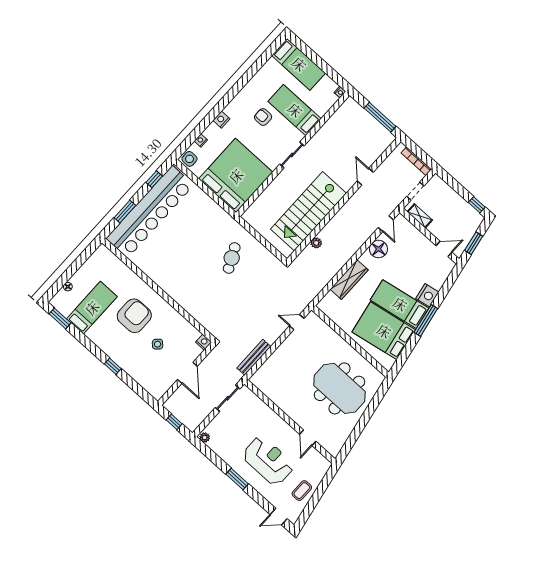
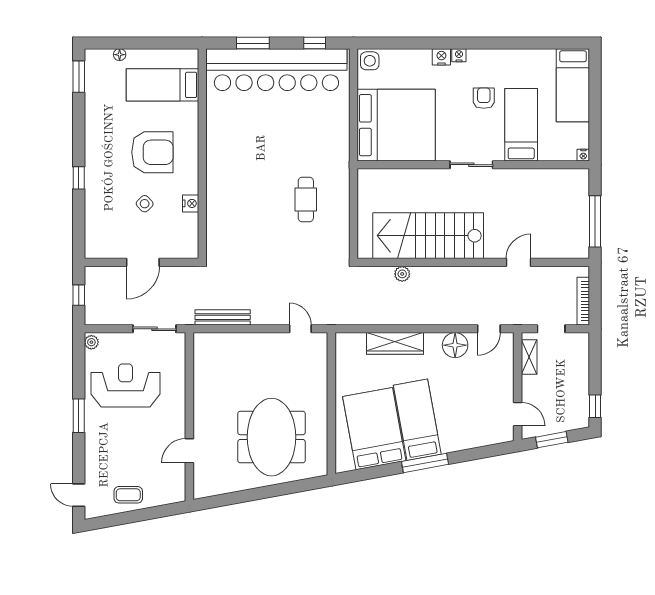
nightstand: (201, 140) -> (459, 55), moved
cafe table: (232, 258) -> (306, 200), turned -64
nightstand: (427, 295) -> (453, 441), removed
bed: (92, 308) -> (163, 85), moved, turned 180
nightstand: (204, 342) -> (191, 203), moved
reception desk: (268, 461) -> (126, 385), moved, turned -90

